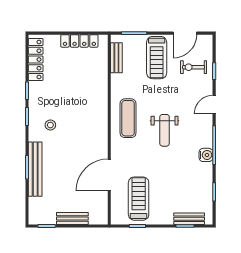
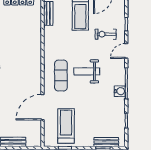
exercise bike: (194, 67) -> (106, 34), moved
exercise mat: (128, 118) -> (61, 75), moved
weight bench: (165, 130) -> (87, 71), turned 90

